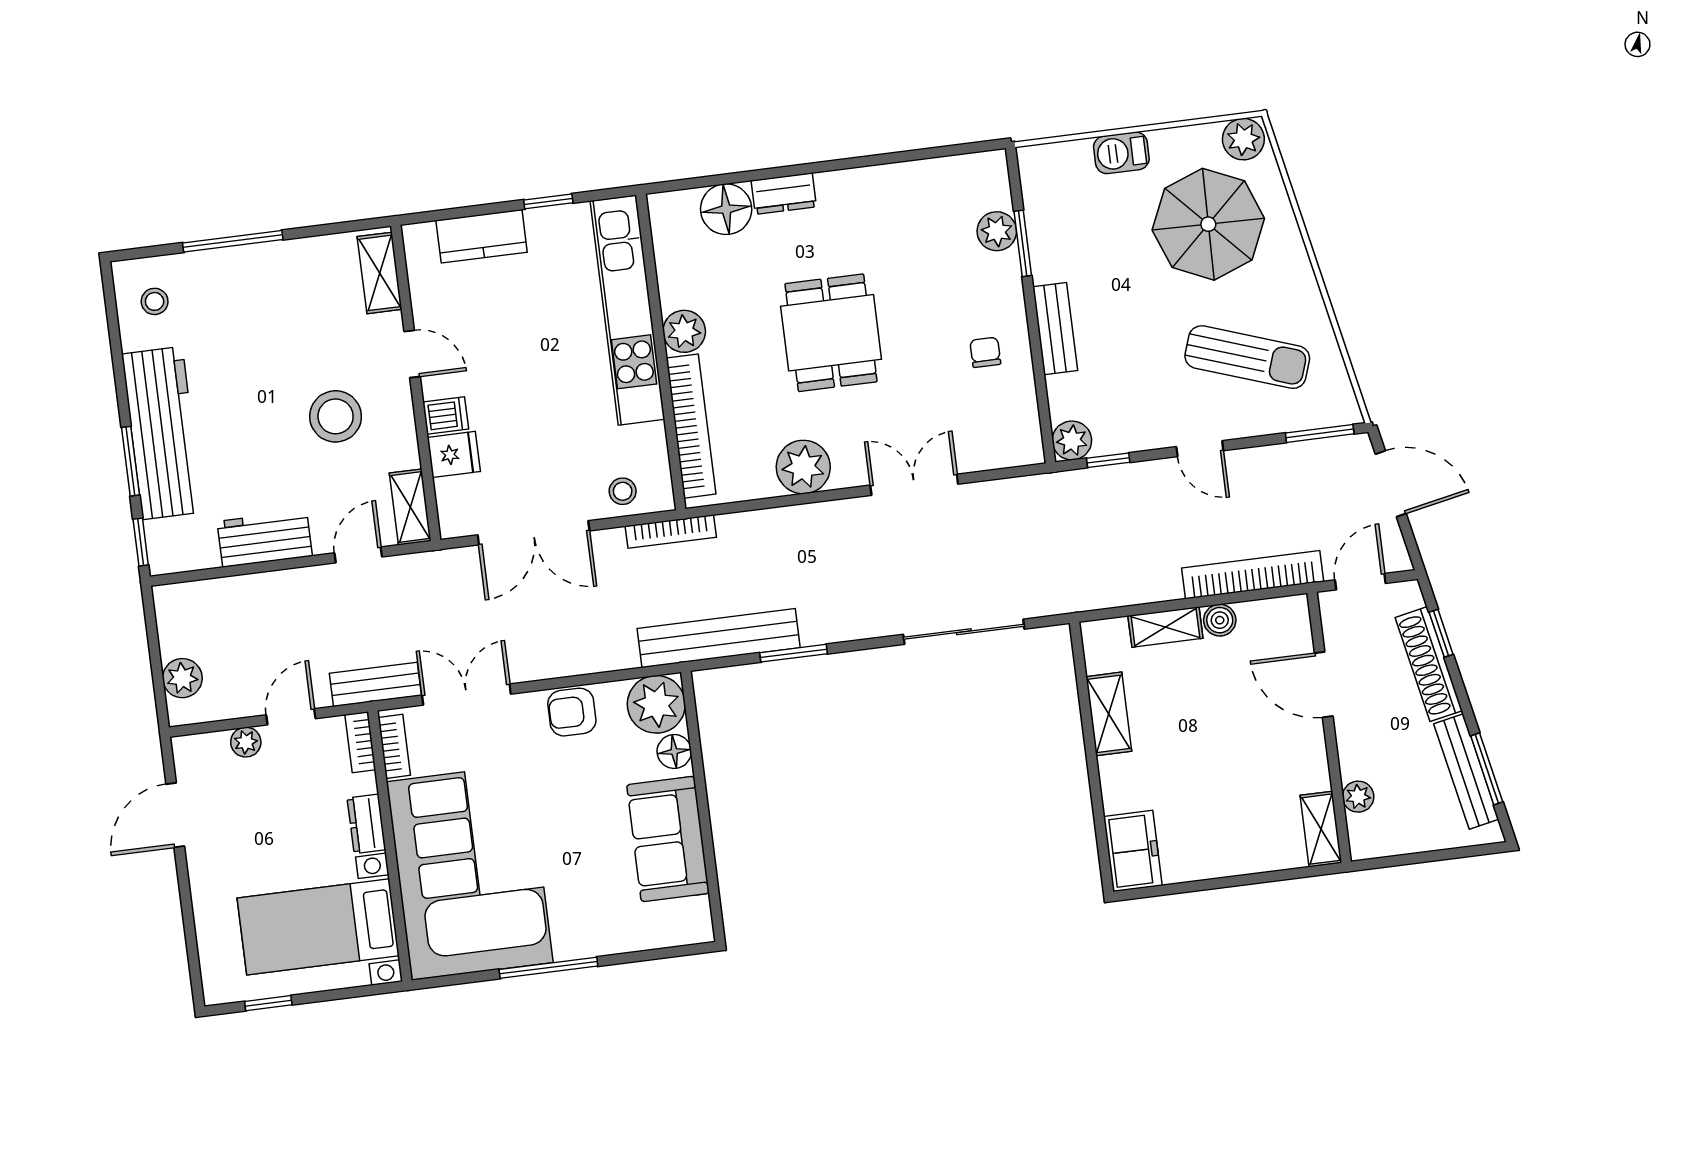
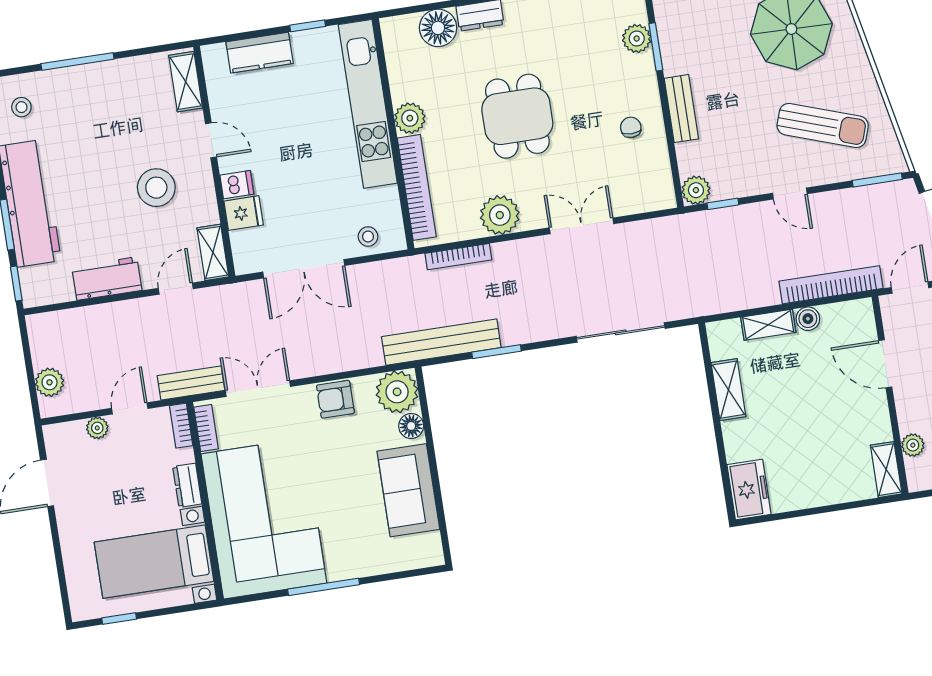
bookcase: (671, 532) -> (458, 257), moved

